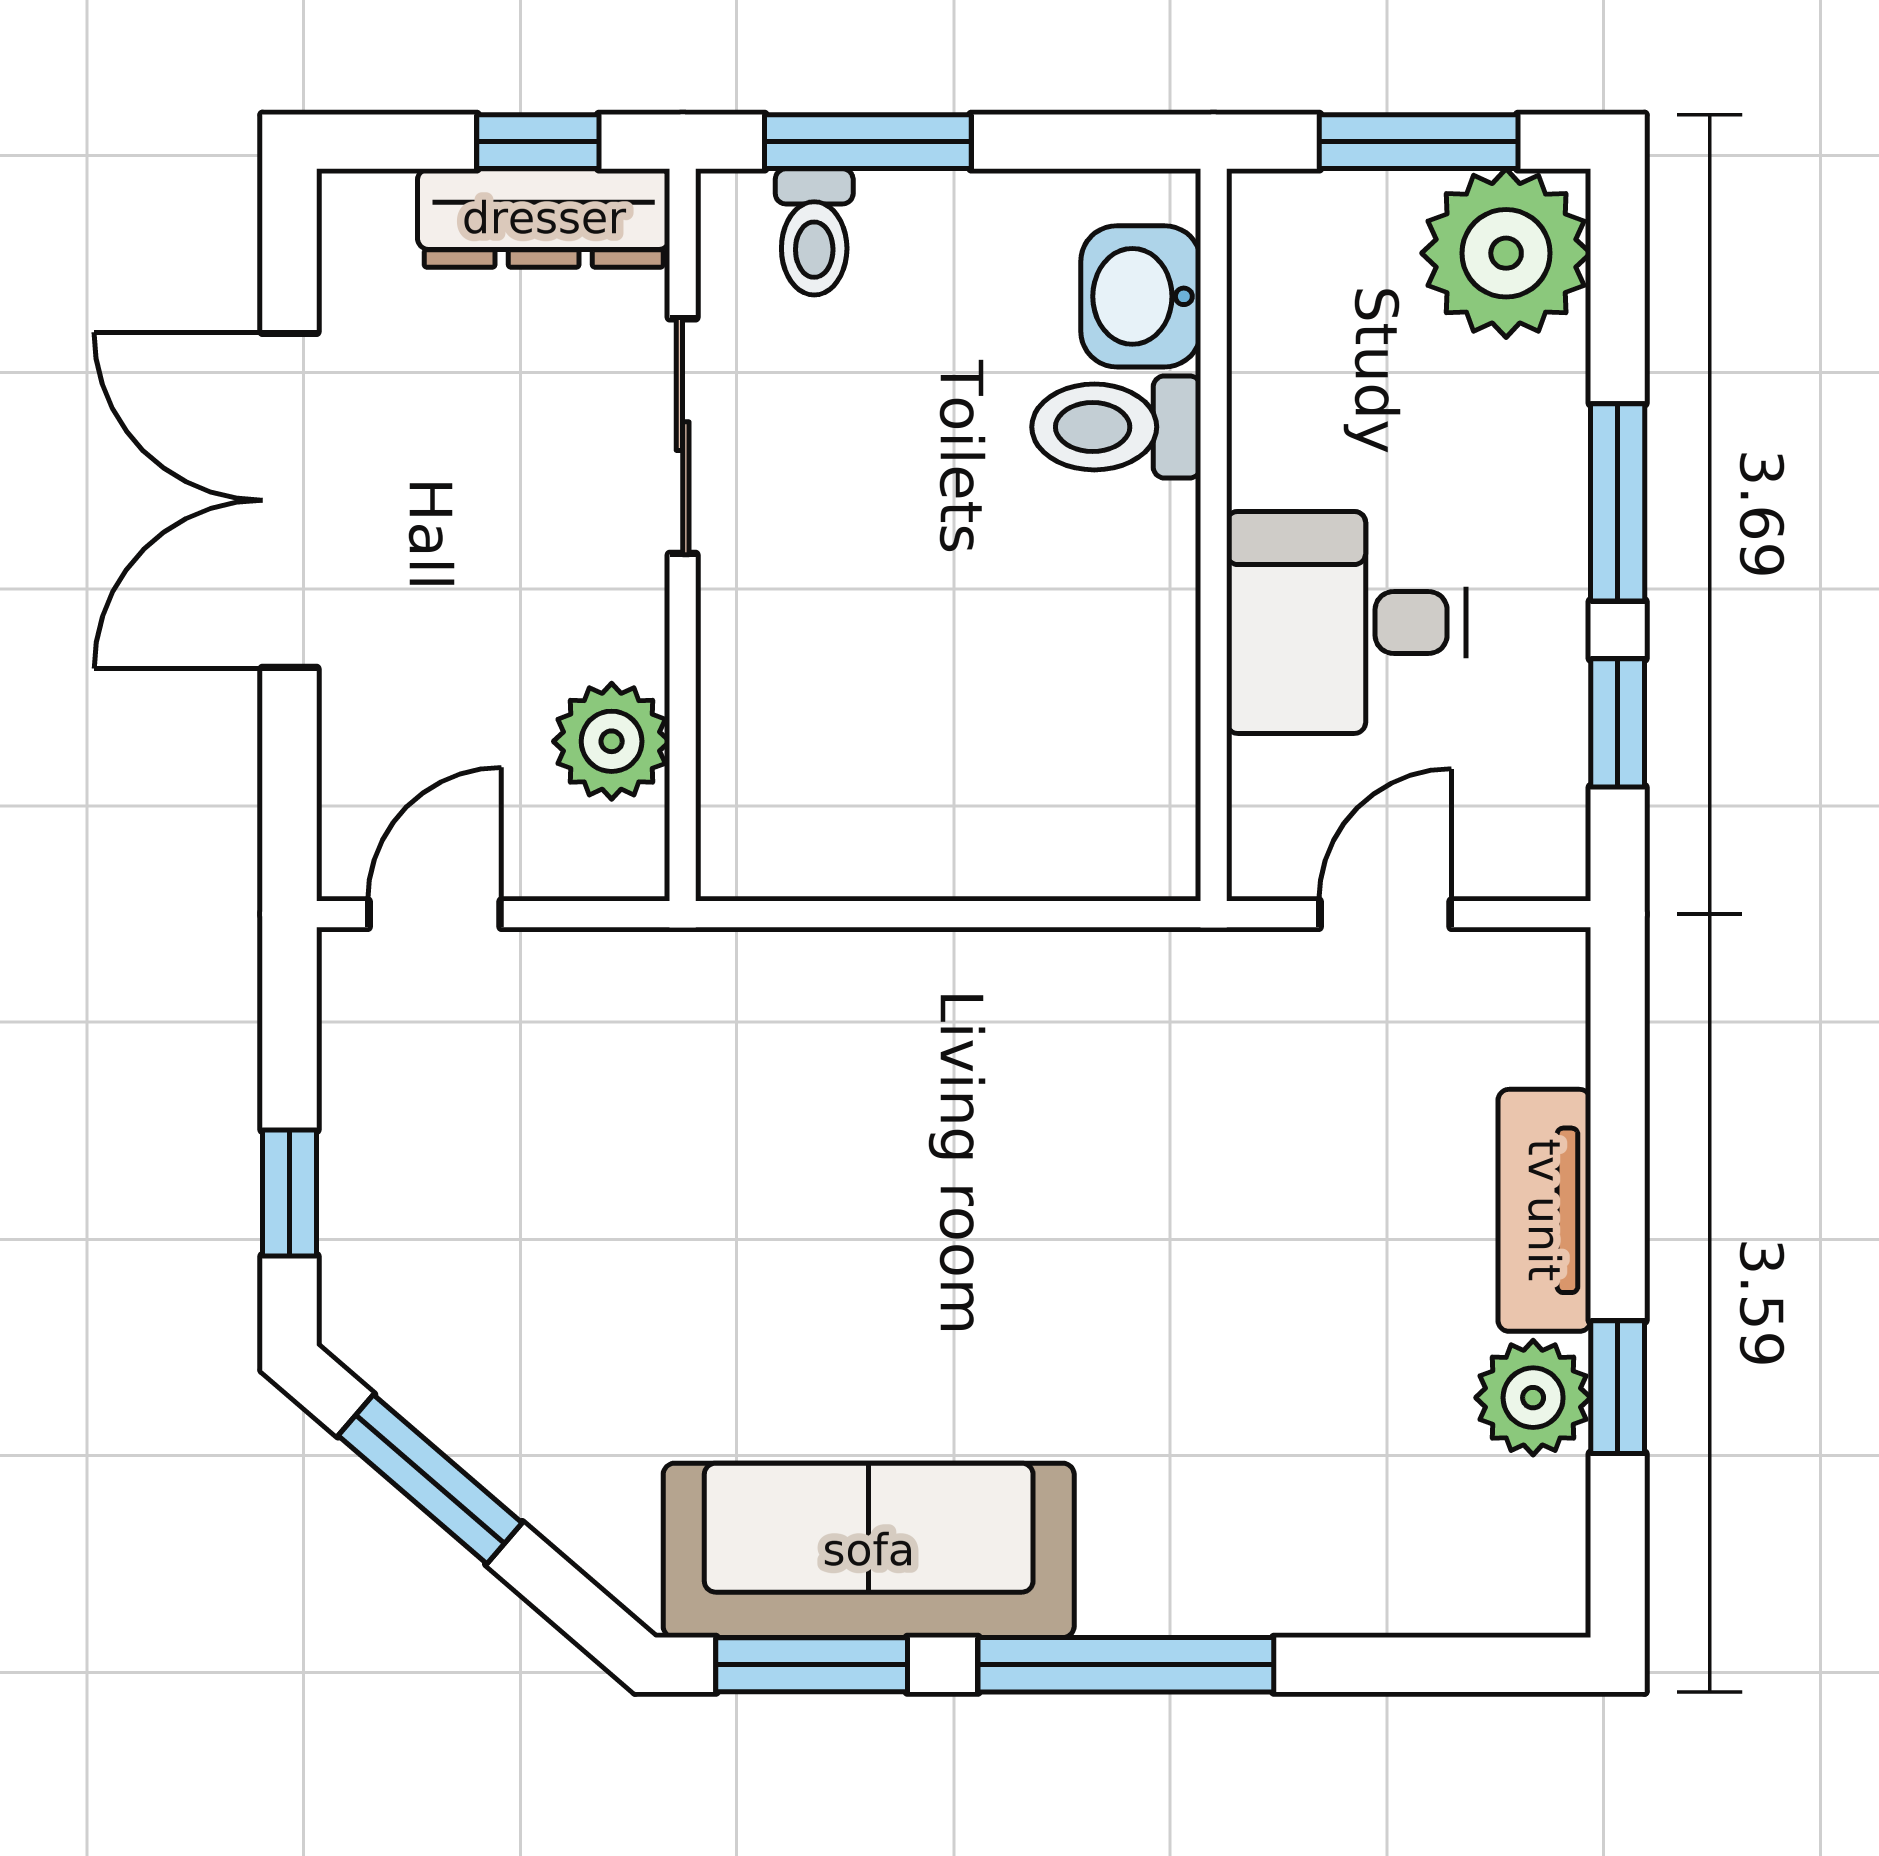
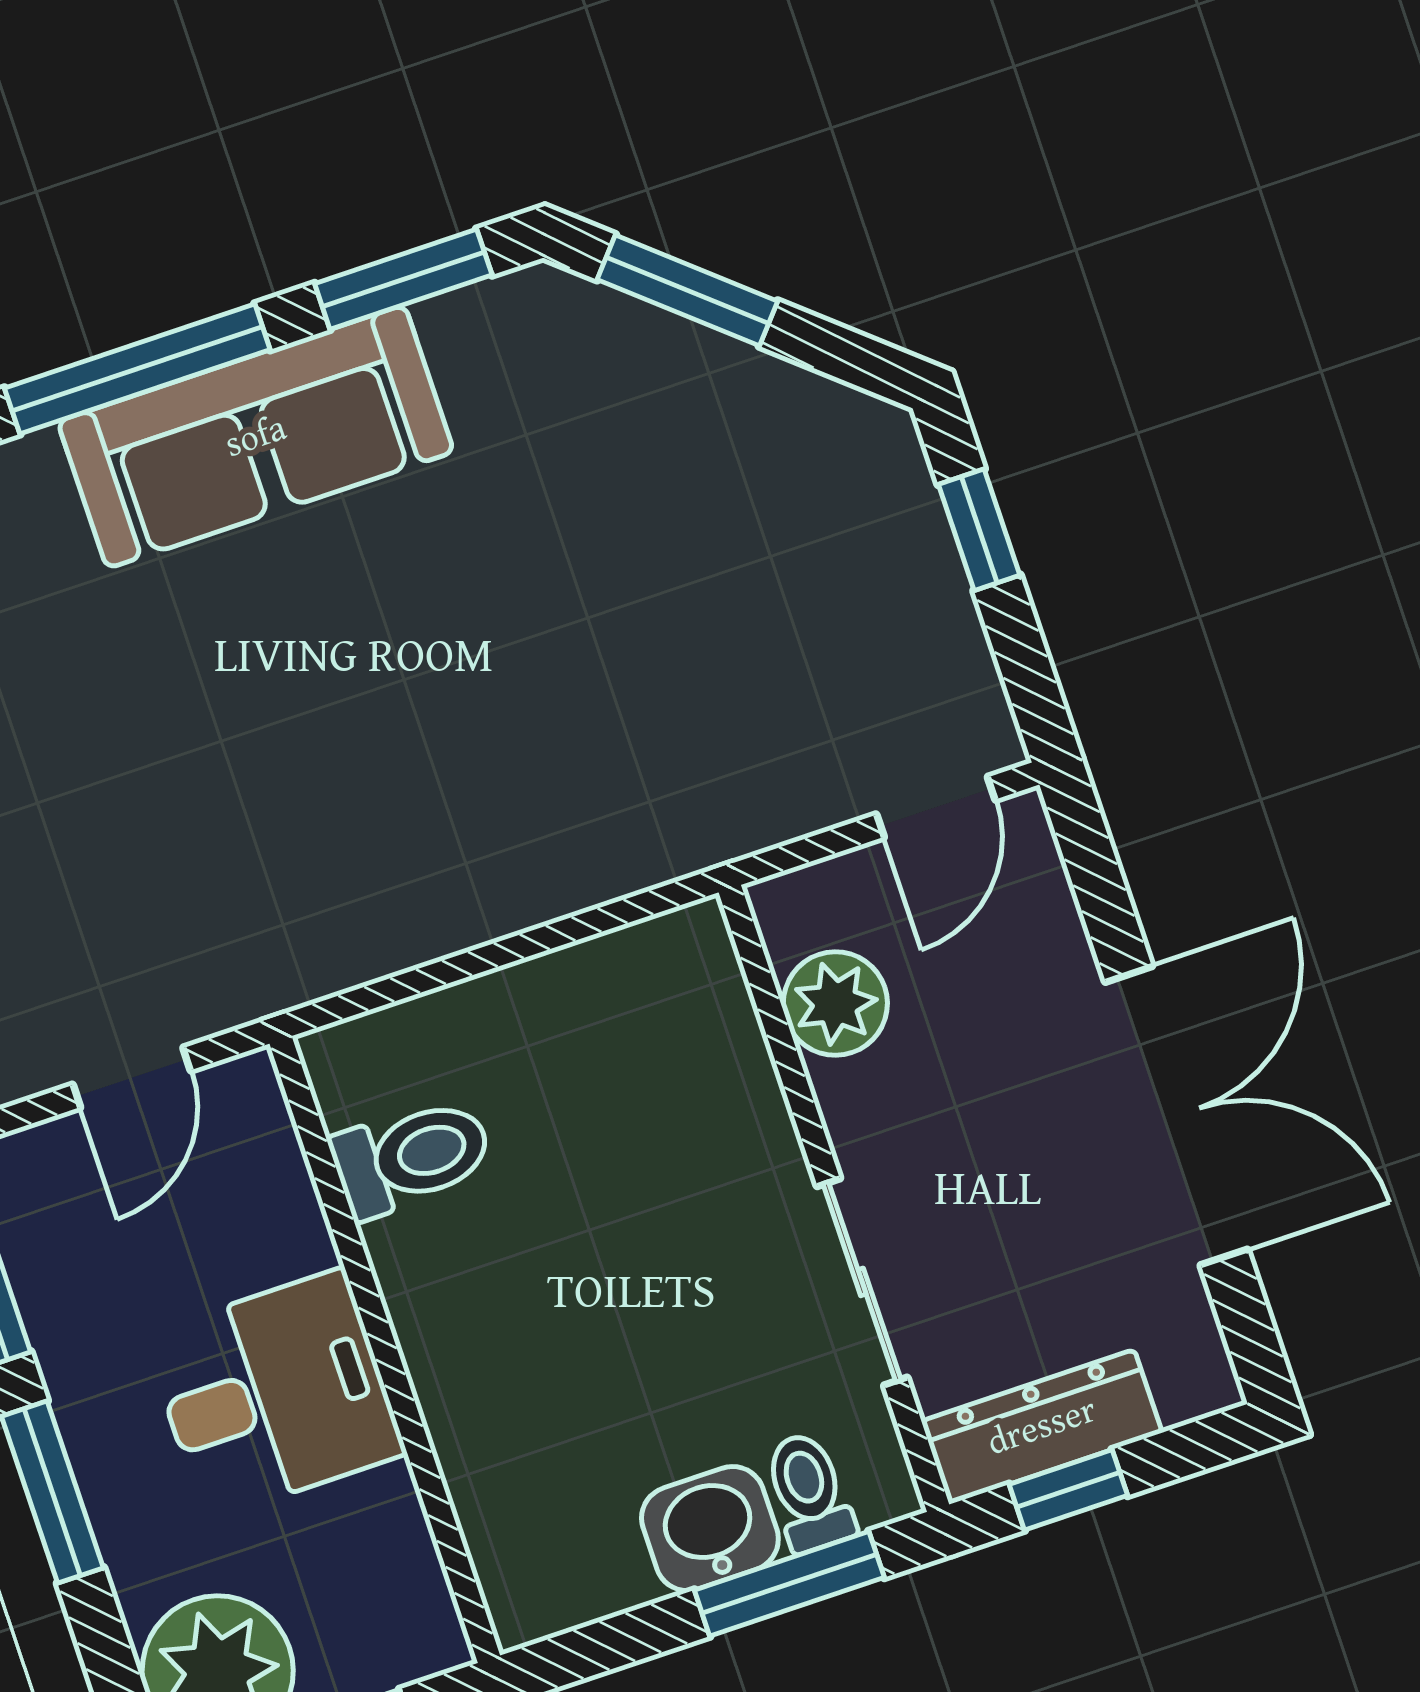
washbasin: (1141, 296) -> (710, 1529), moved, turned -90
toilet: (1116, 427) -> (412, 1157), moved
desk: (1346, 622) -> (275, 1394), moved
window: (430, 1479) -> (687, 290), moved
sofa: (869, 1550) -> (256, 437), moved

